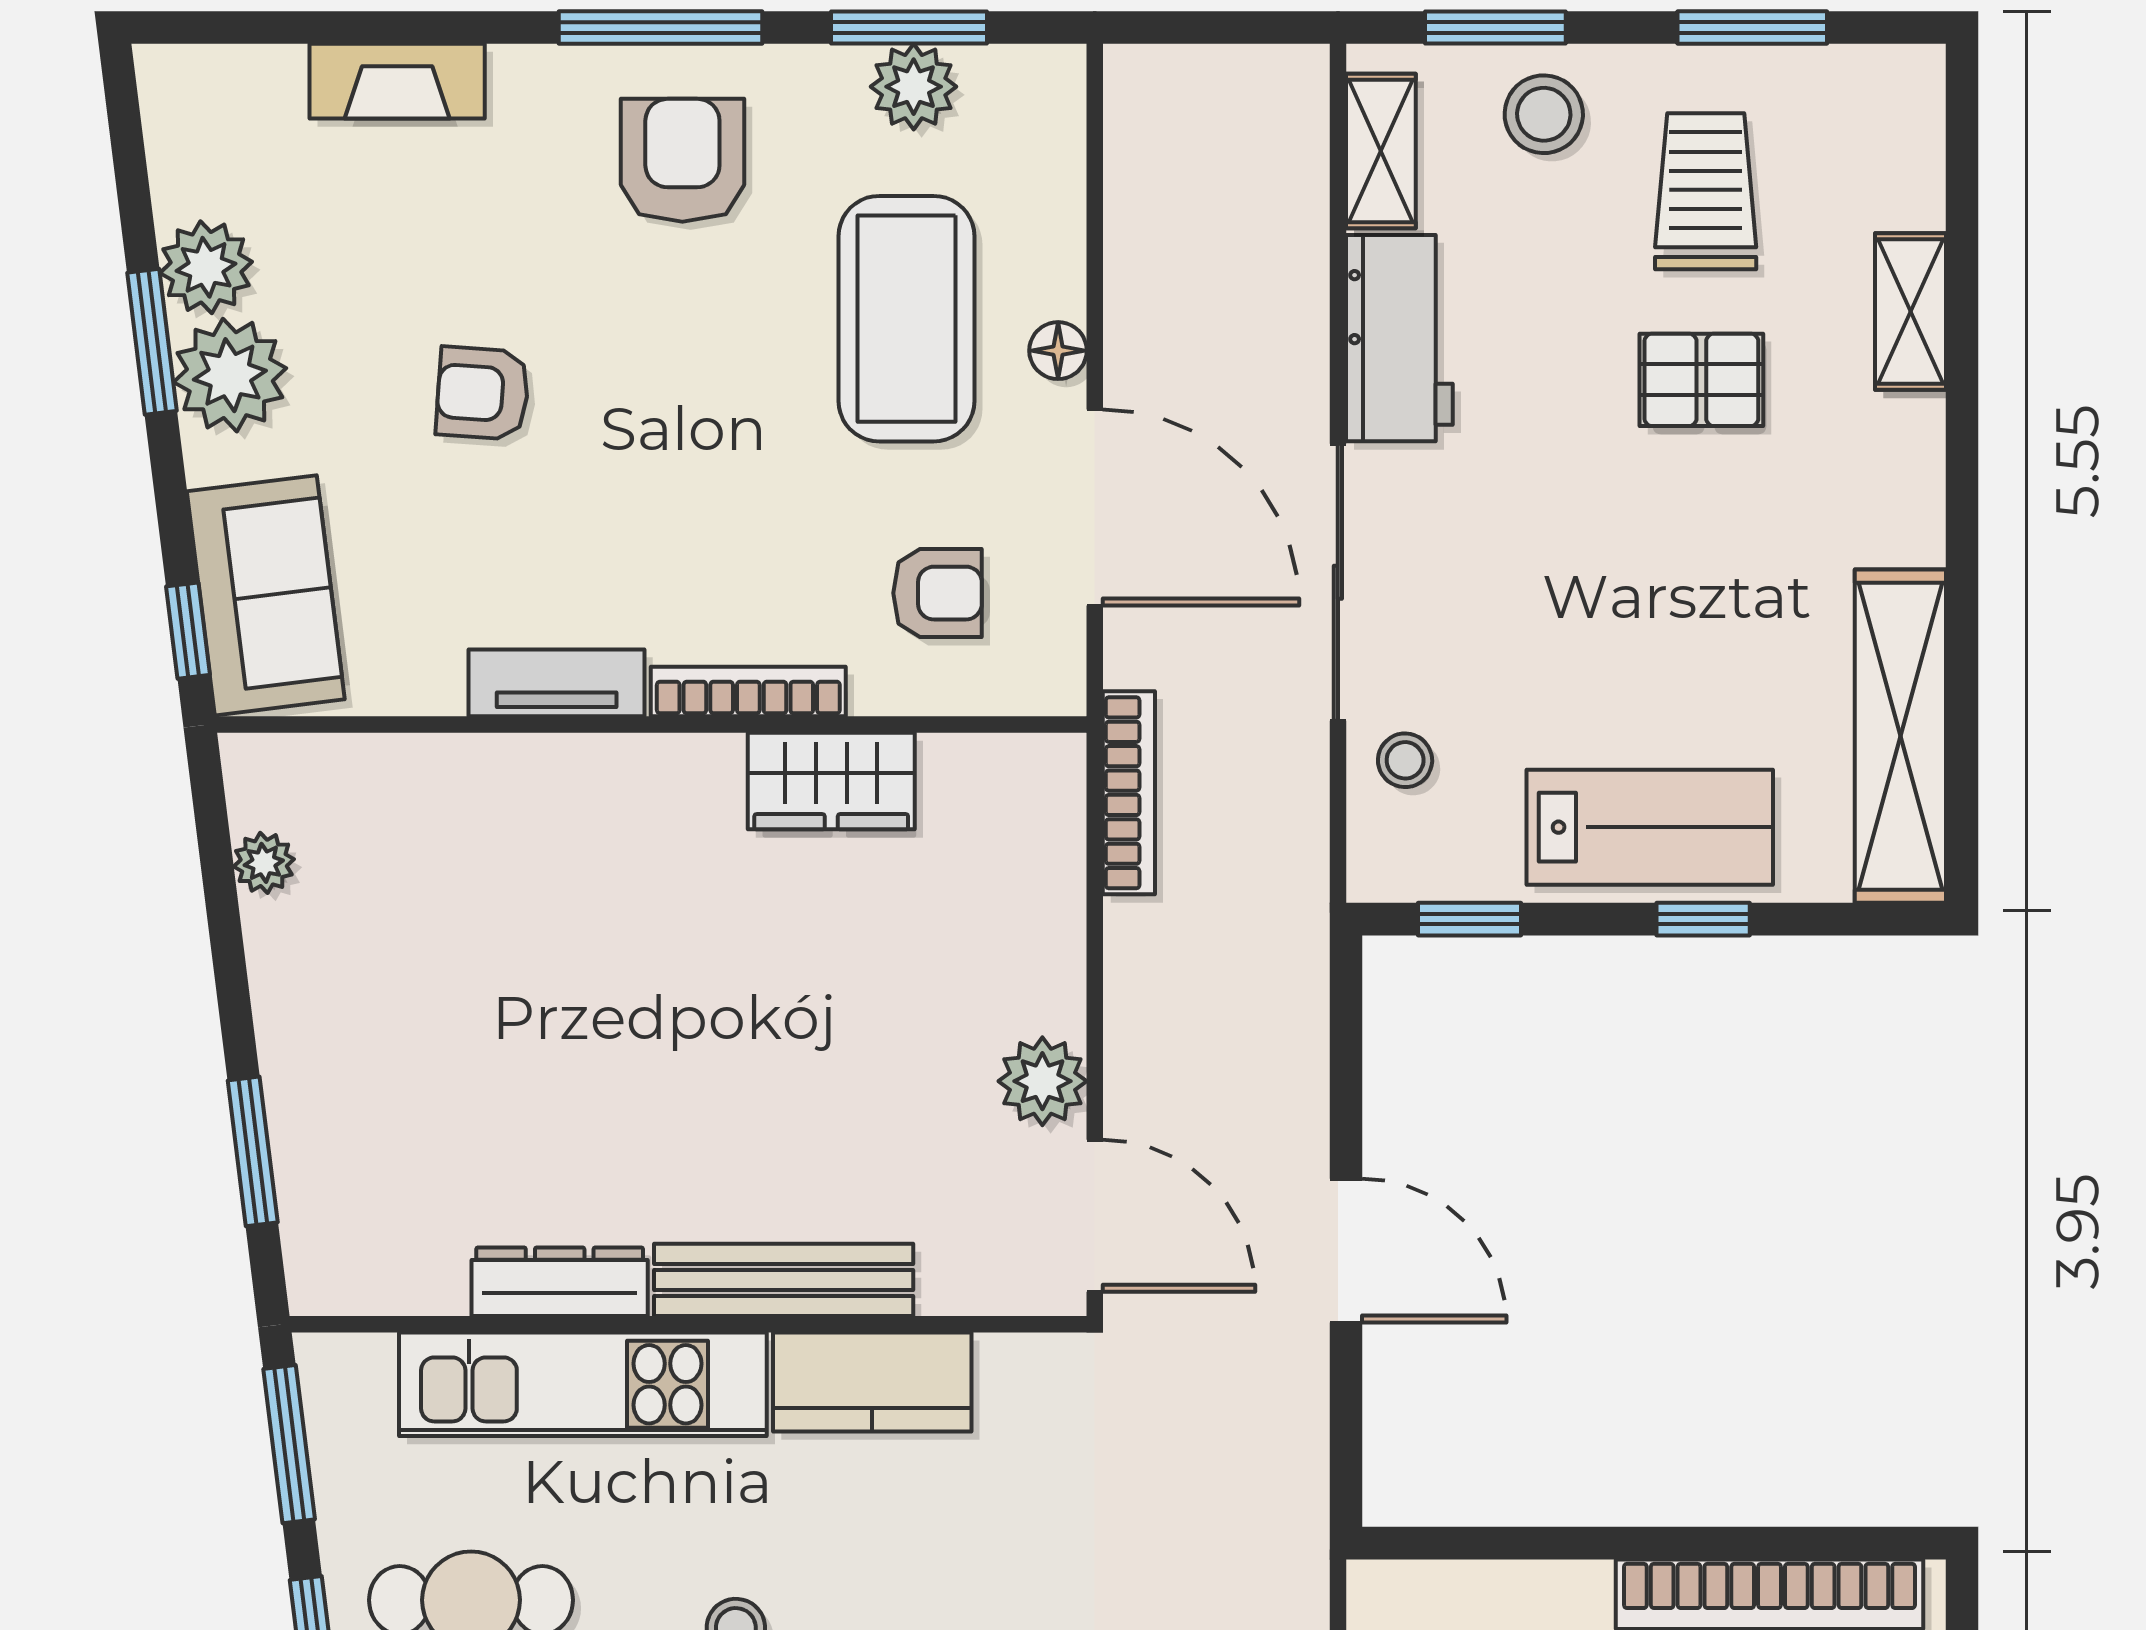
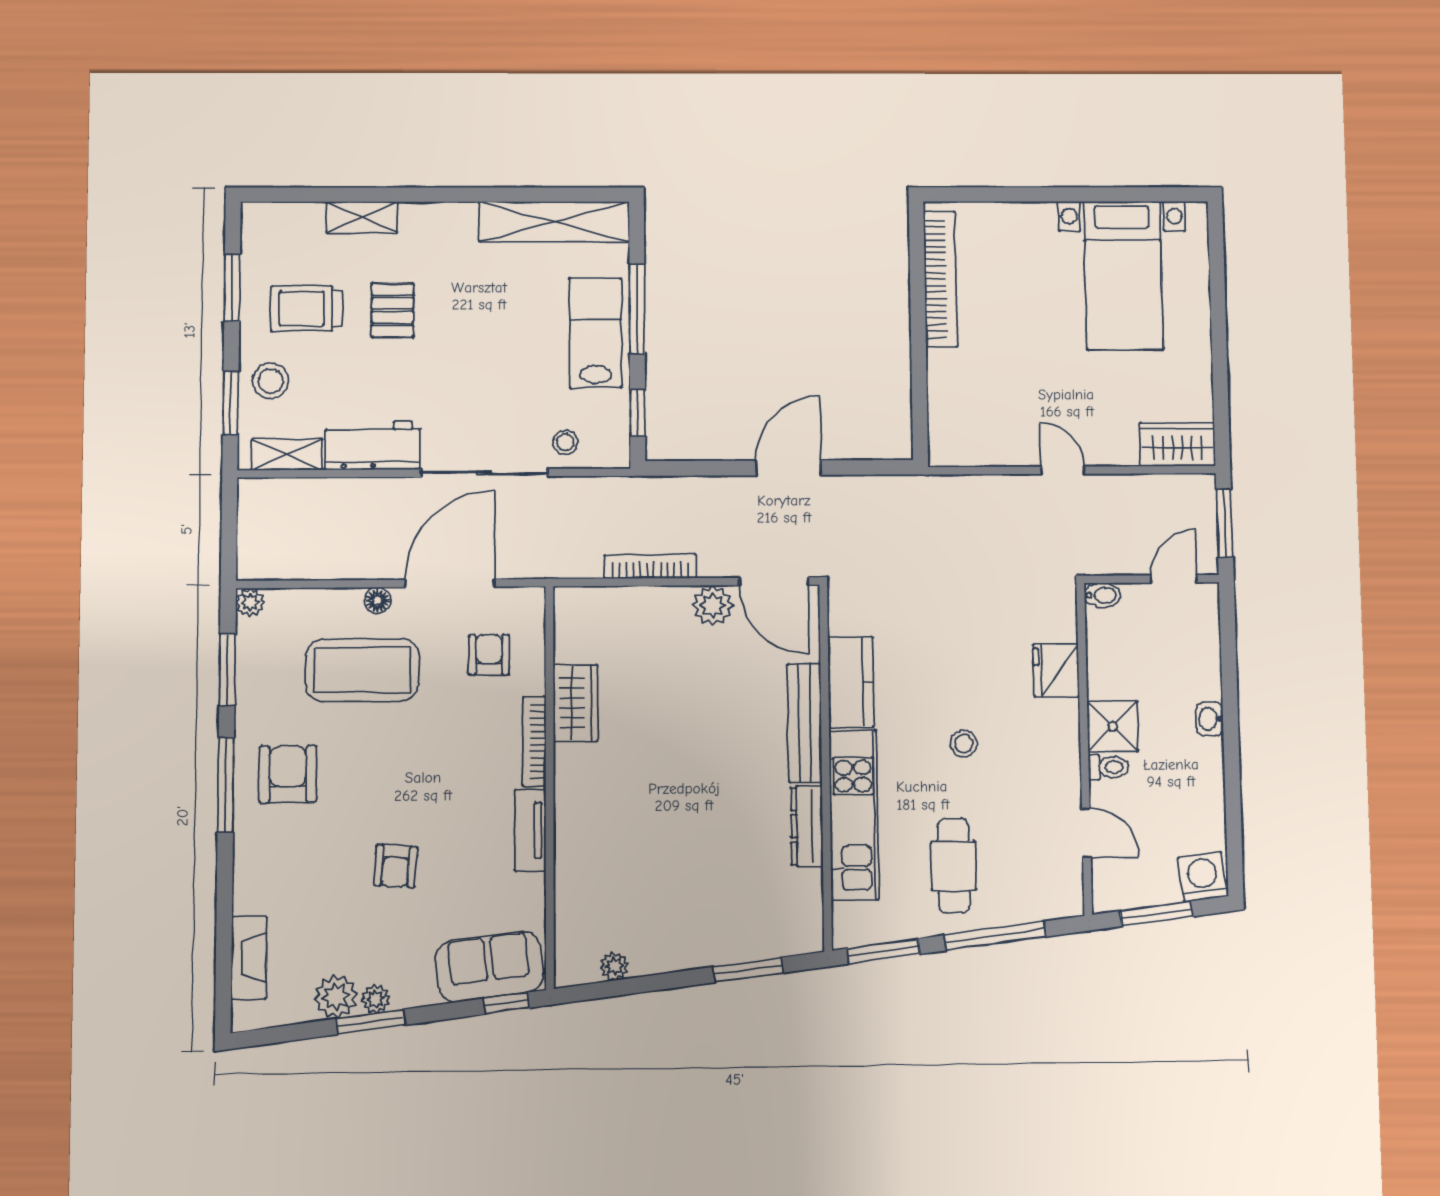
fireplace: (397, 81) -> (249, 958), moved
plant: (914, 87) -> (250, 602), moved, width x0.73, depth x0.73
armchair: (682, 160) -> (288, 774), turned 90
plant: (230, 375) -> (376, 999), width x0.53, depth x0.53
bookcase: (1129, 793) -> (650, 567), moved
window: (1703, 919) -> (637, 309), width x2.17
door: (1095, 1216) -> (774, 581), swing flipped

